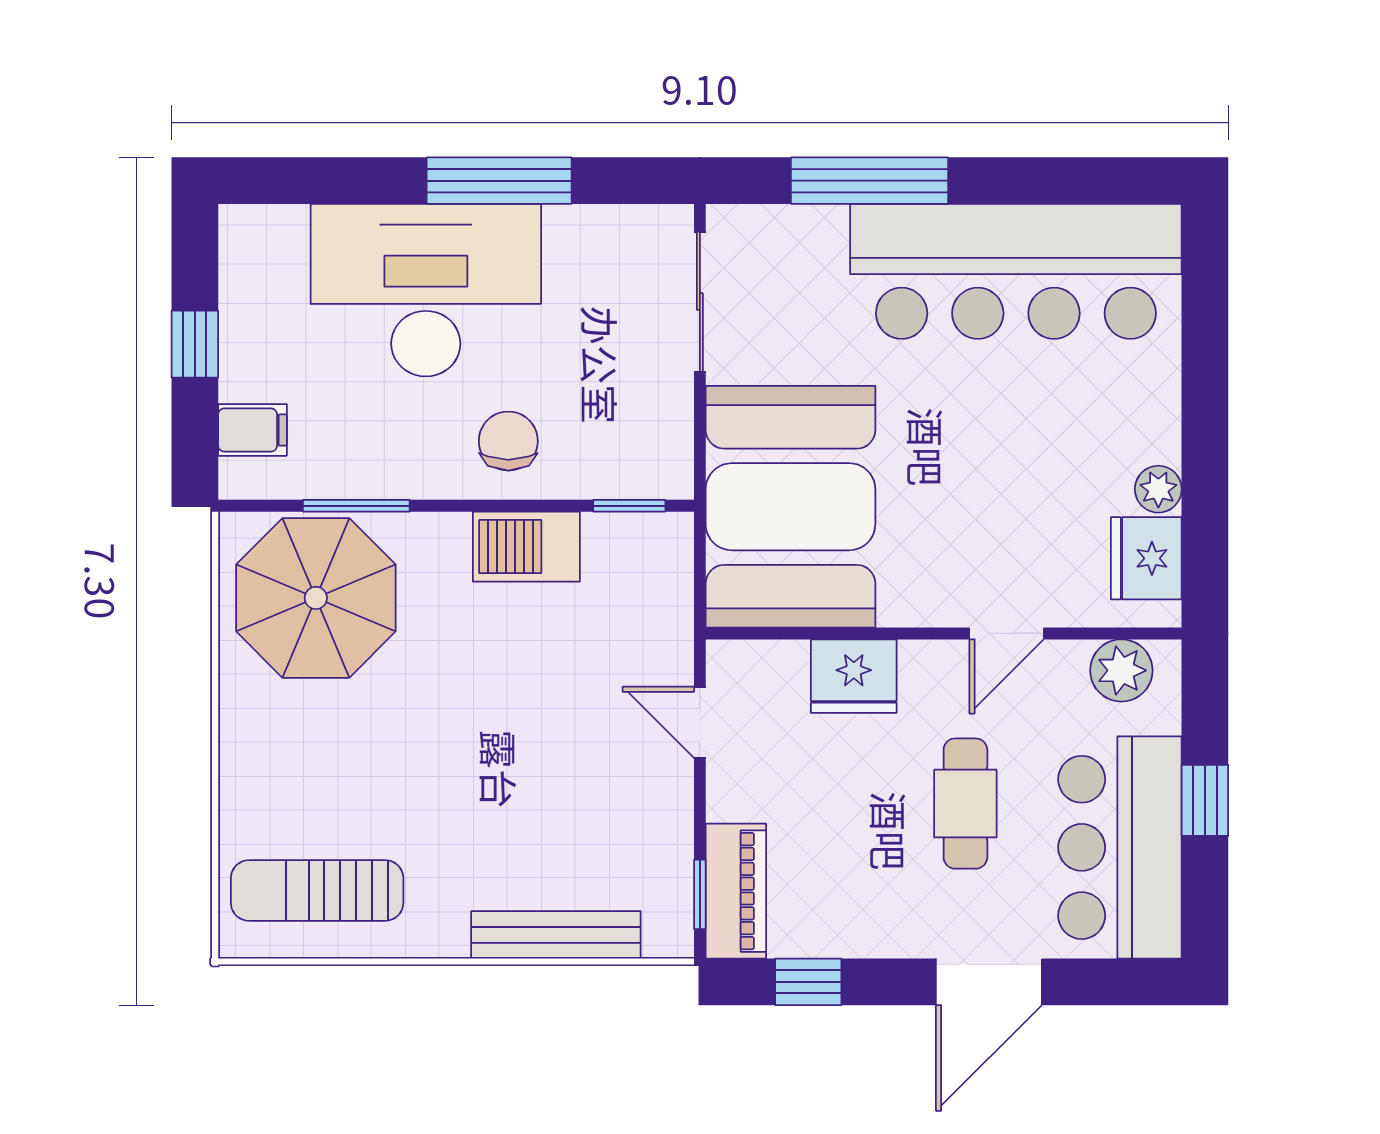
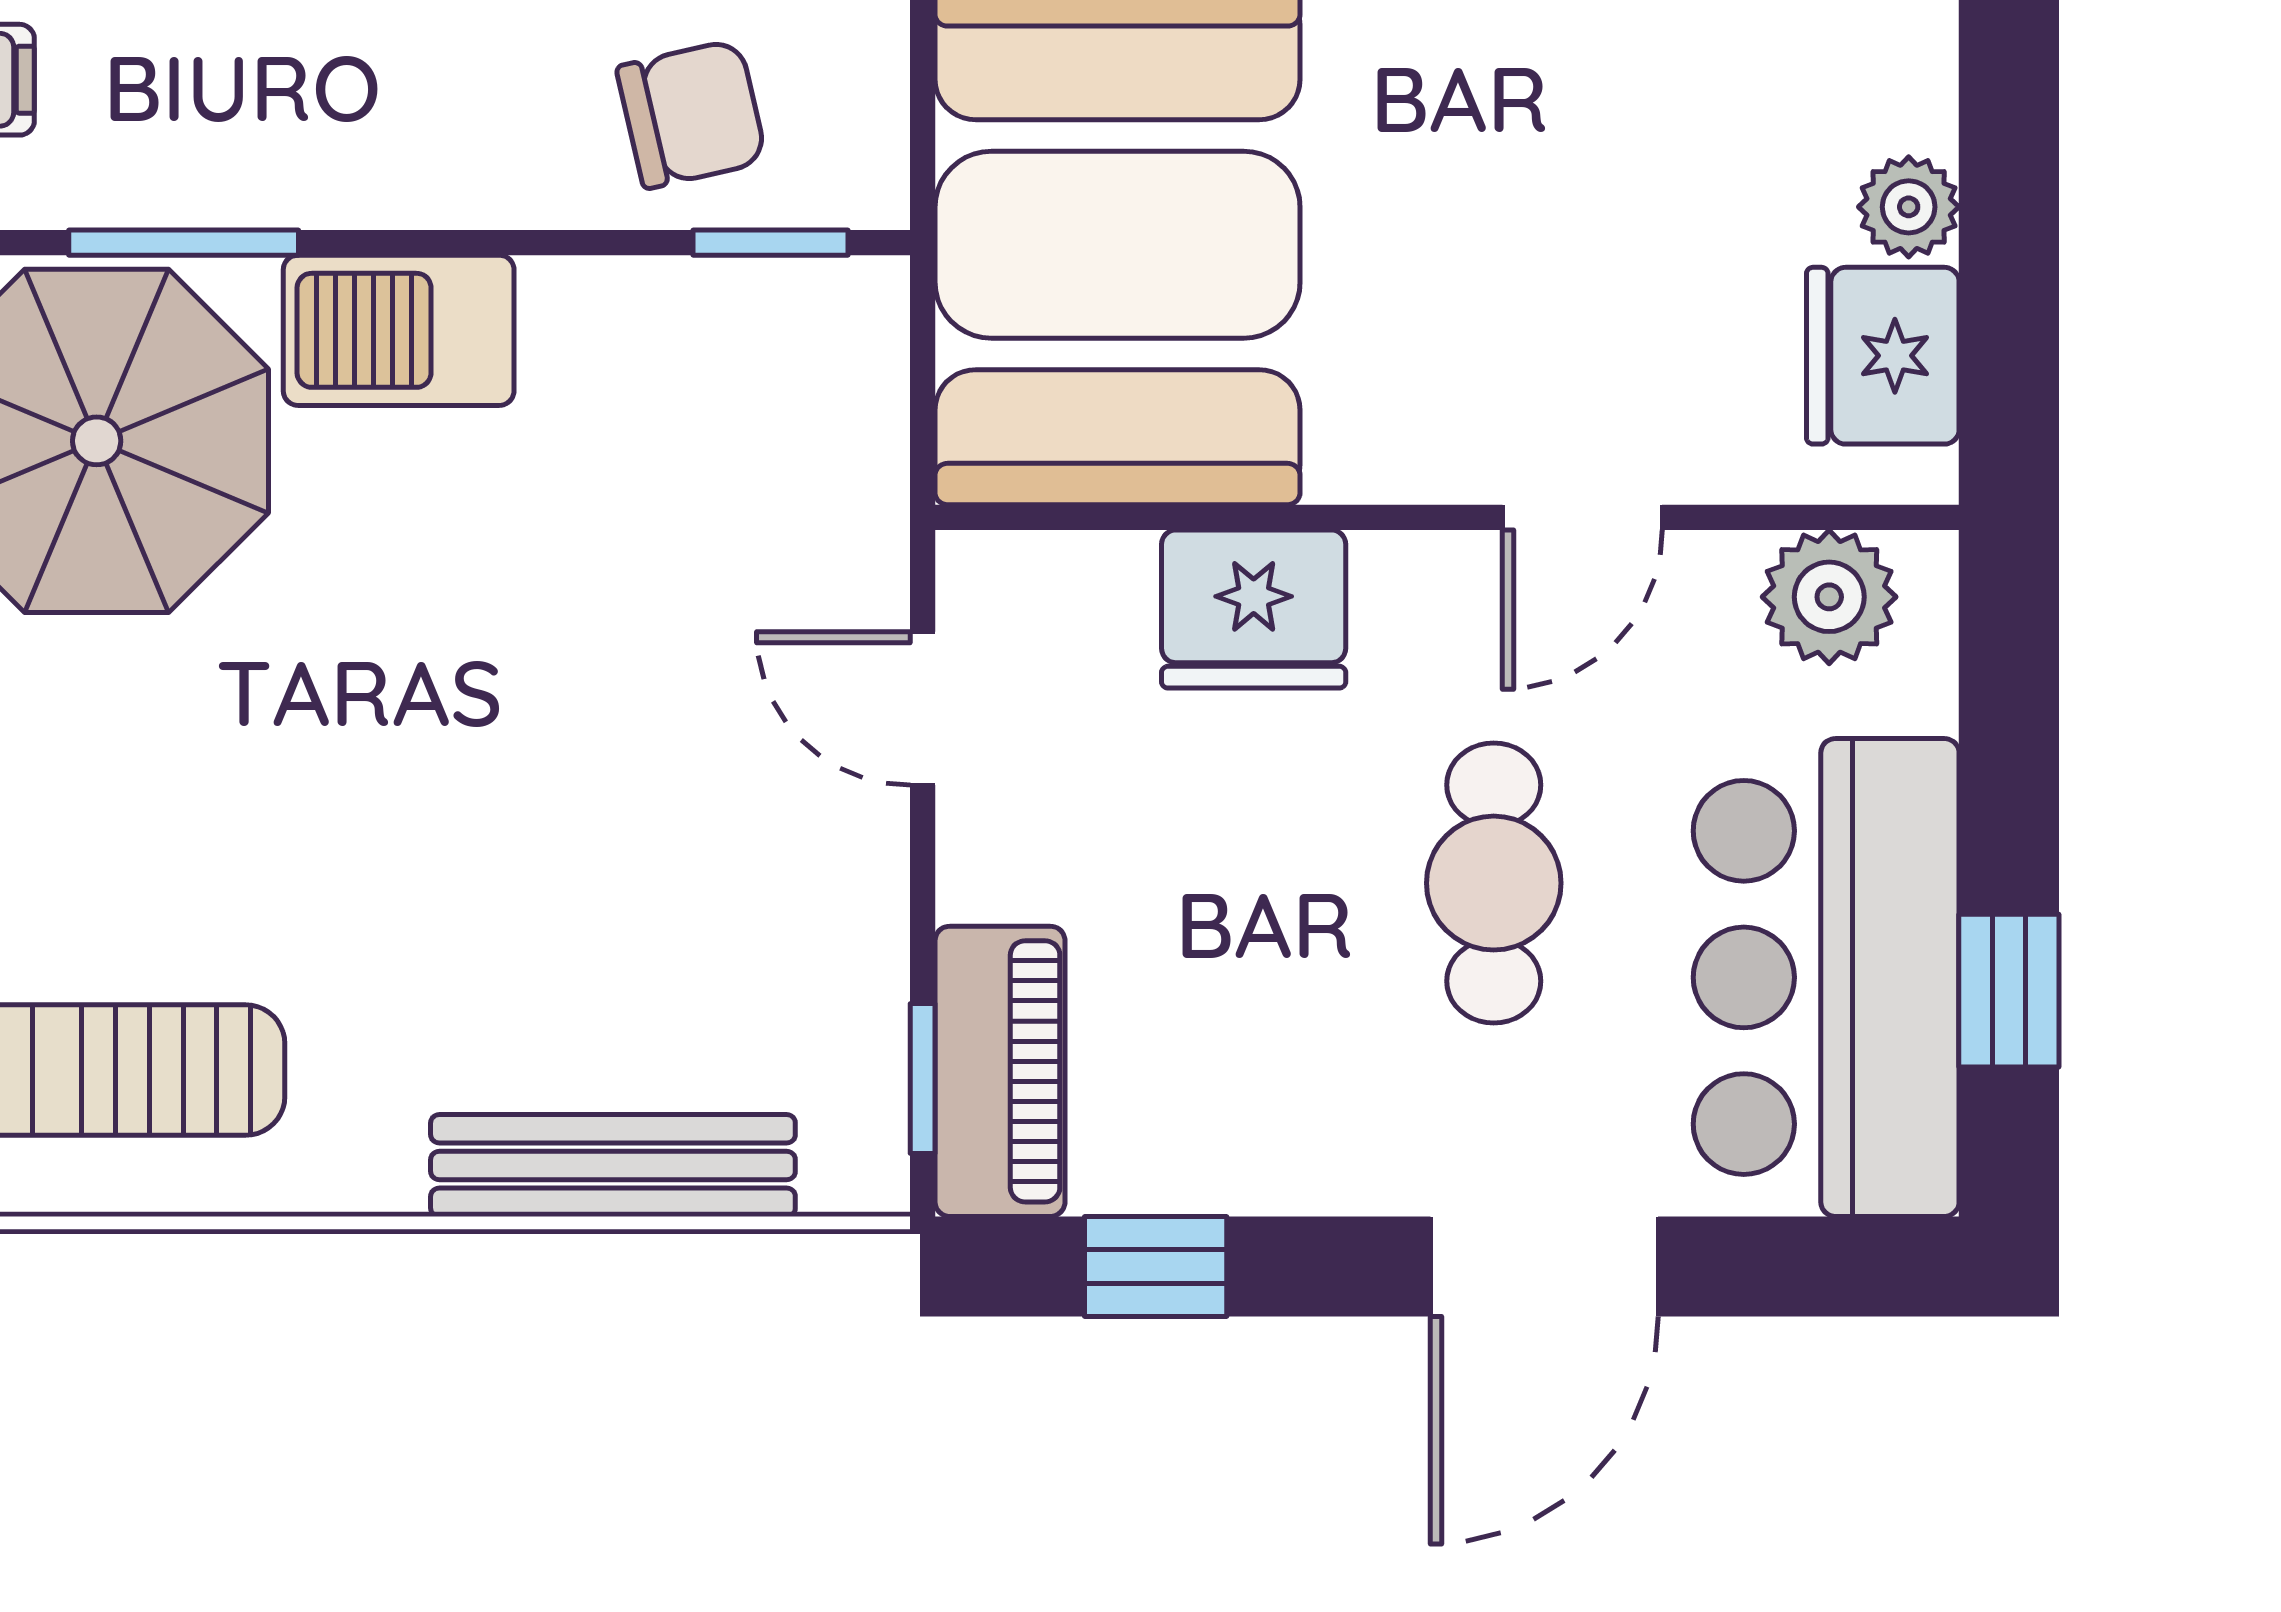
chair: (508, 441) -> (692, 114), moved, turned 77
barbecue: (526, 547) -> (399, 330), moved
window: (1205, 800) -> (2009, 991), moved

